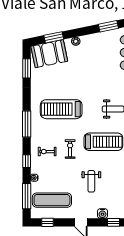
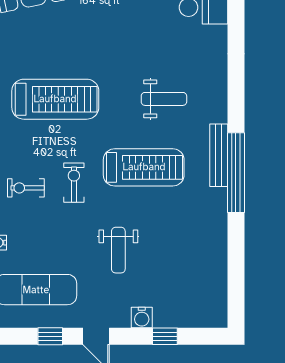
treadmill: (61, 109) -> (55, 99), turned 180
window: (47, 222) -> (50, 336), moved

